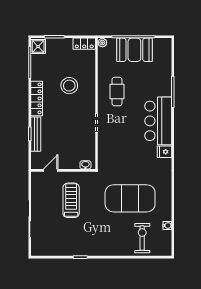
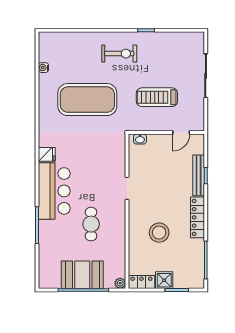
shower: (38, 46) -> (164, 280), moved
cafe table: (117, 92) -> (91, 224), moved
treadmill: (71, 200) -> (157, 97), turned 90
exercise bike: (142, 238) -> (119, 54), moved, turned -90

